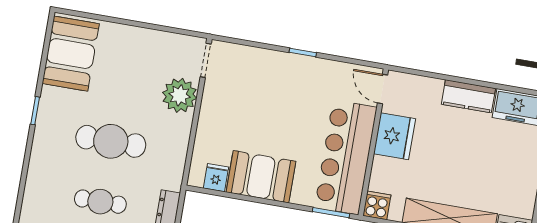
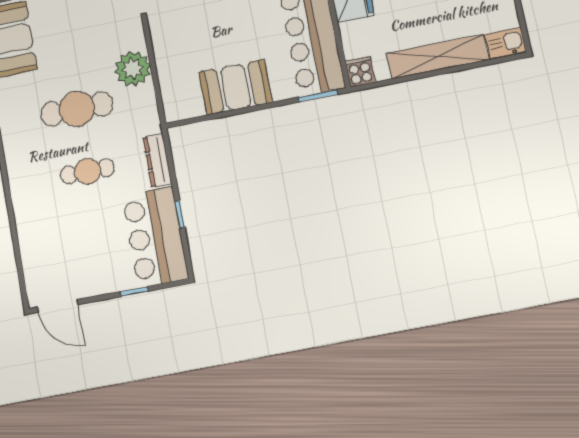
plant: (180, 95) -> (133, 69), moved
fridge: (216, 178) -> (192, 105), removed

